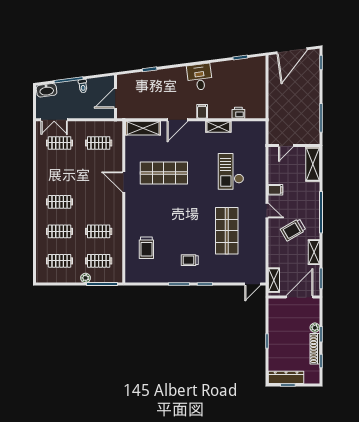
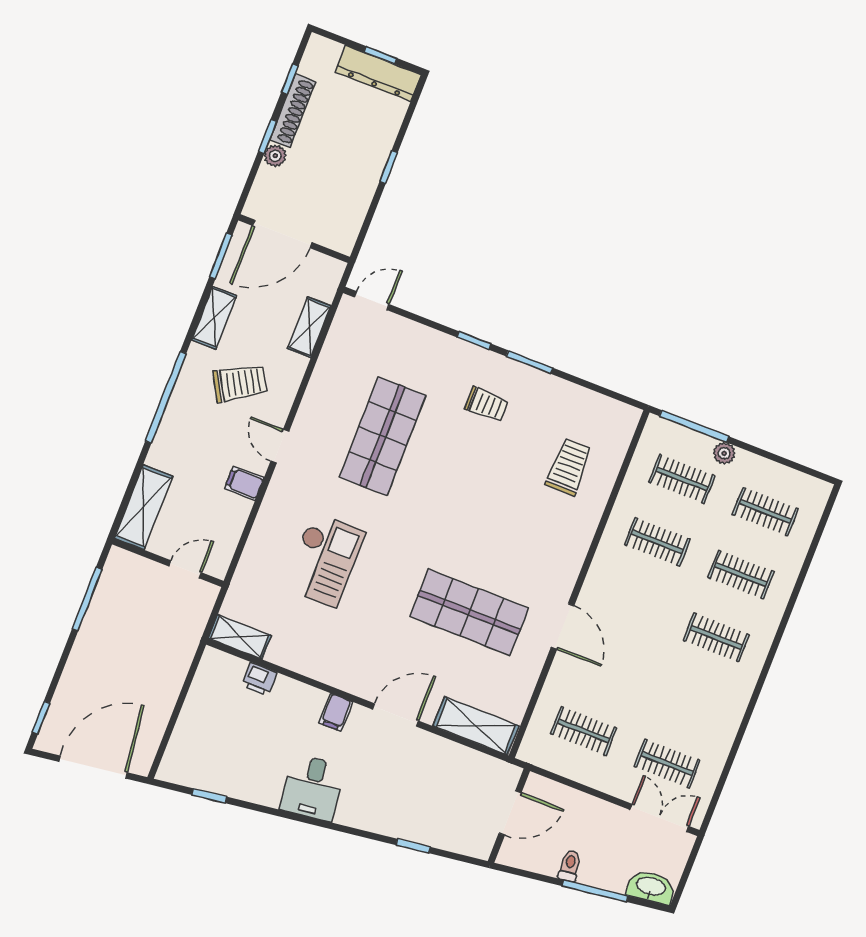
shelving: (218, 127) -> (240, 637), moved
shelving: (274, 280) -> (309, 327), moved

